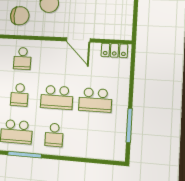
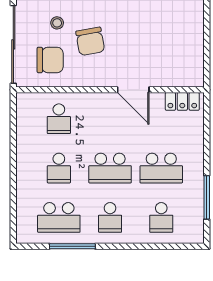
school desk: (93, 138) -> (161, 217), added

